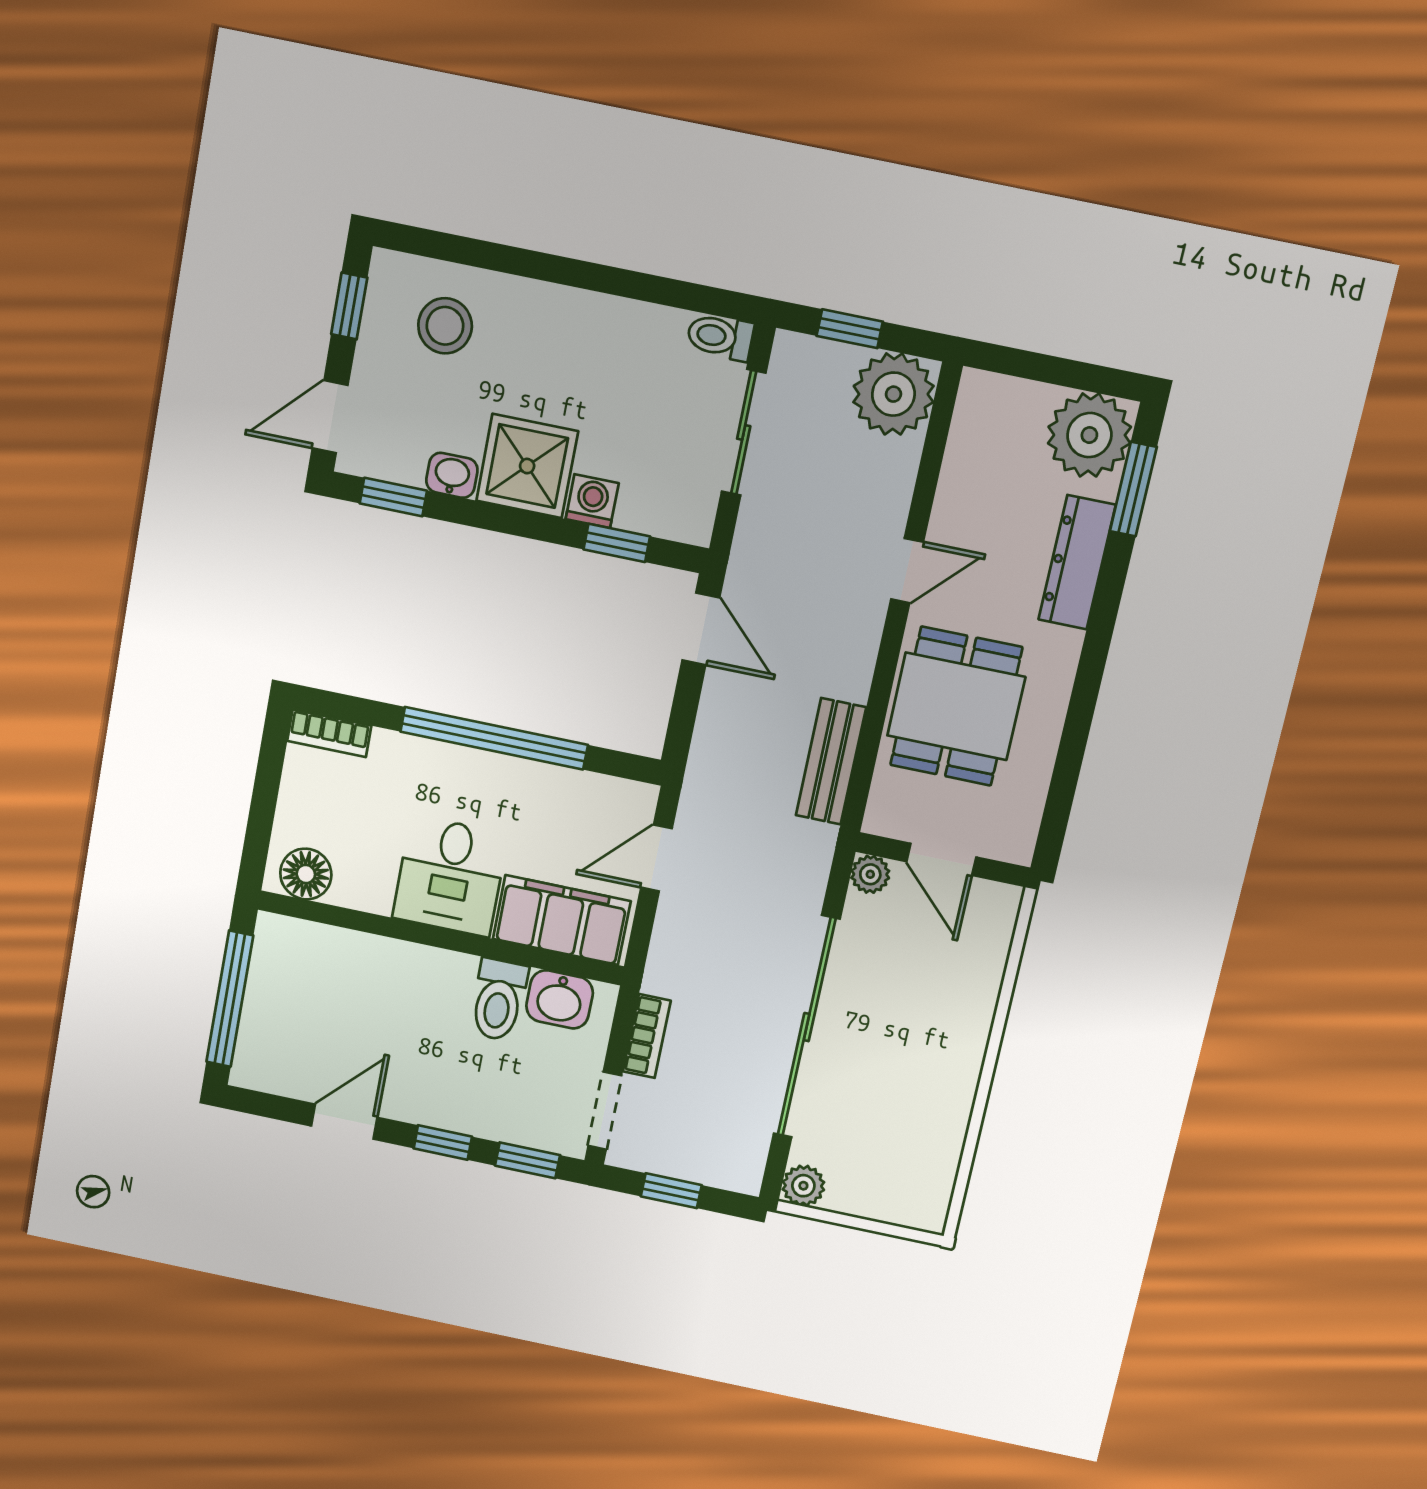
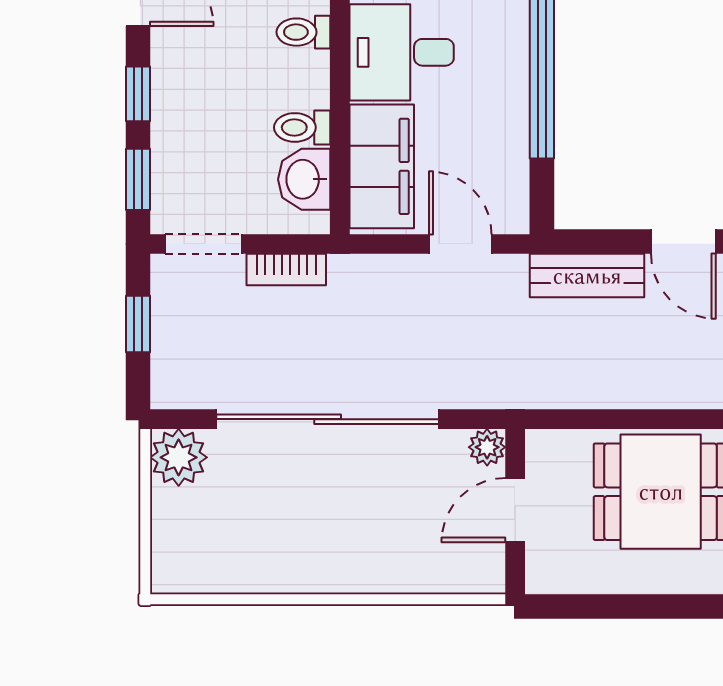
door: (701, 629) -> (683, 242), hinge flipped
bench: (831, 761) -> (587, 276), moved
toilet: (412, 969) -> (303, 32), added
toilet: (499, 1000) -> (302, 127), width x0.73, depth x0.72
plant: (803, 1186) -> (179, 457), width x1.38, depth x1.38

